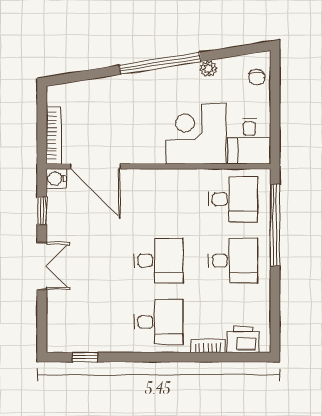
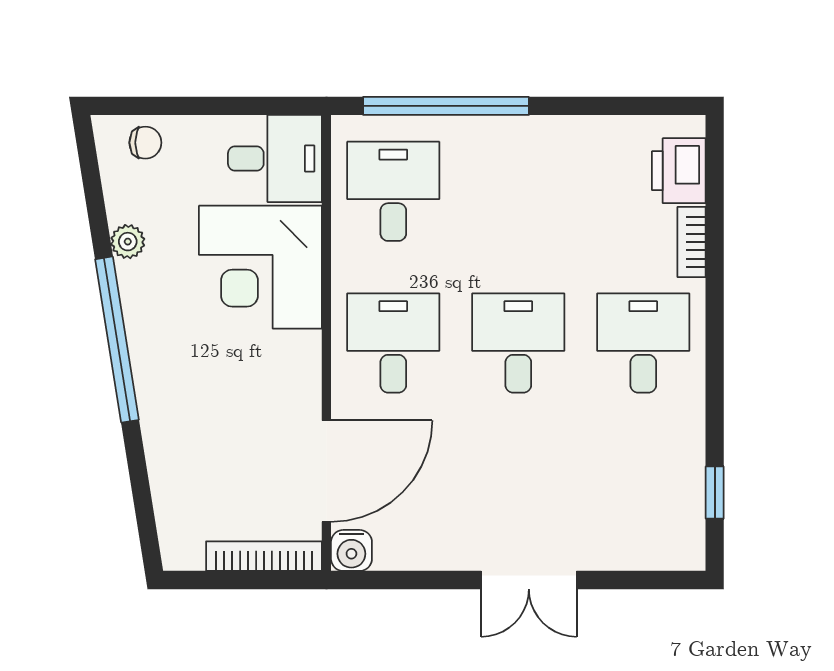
window: (42, 211) -> (417, 580), removed
desk: (233, 261) -> (393, 343), moved
double door: (42, 266) -> (529, 580), swing flipped

